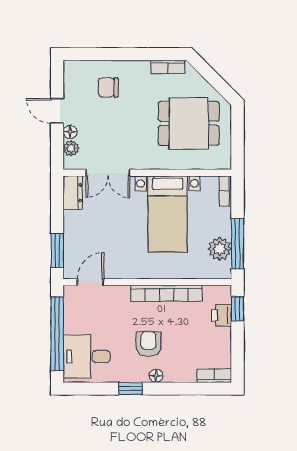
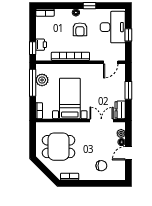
door: (57, 111) -> (128, 153), swing flipped
window: (57, 251) -> (128, 90), moved
window: (57, 334) -> (128, 35), width x0.32
desk: (87, 356) -> (113, 27), width x1.37

